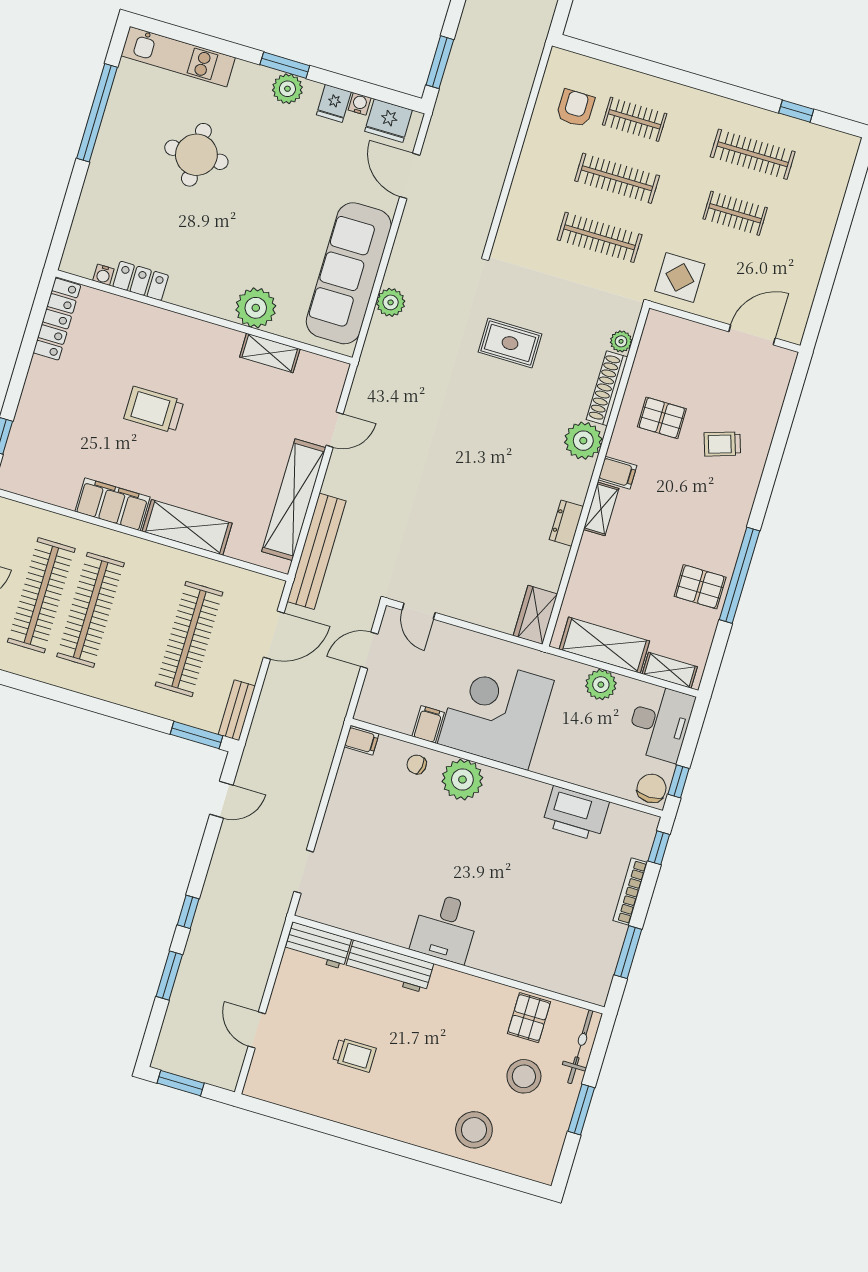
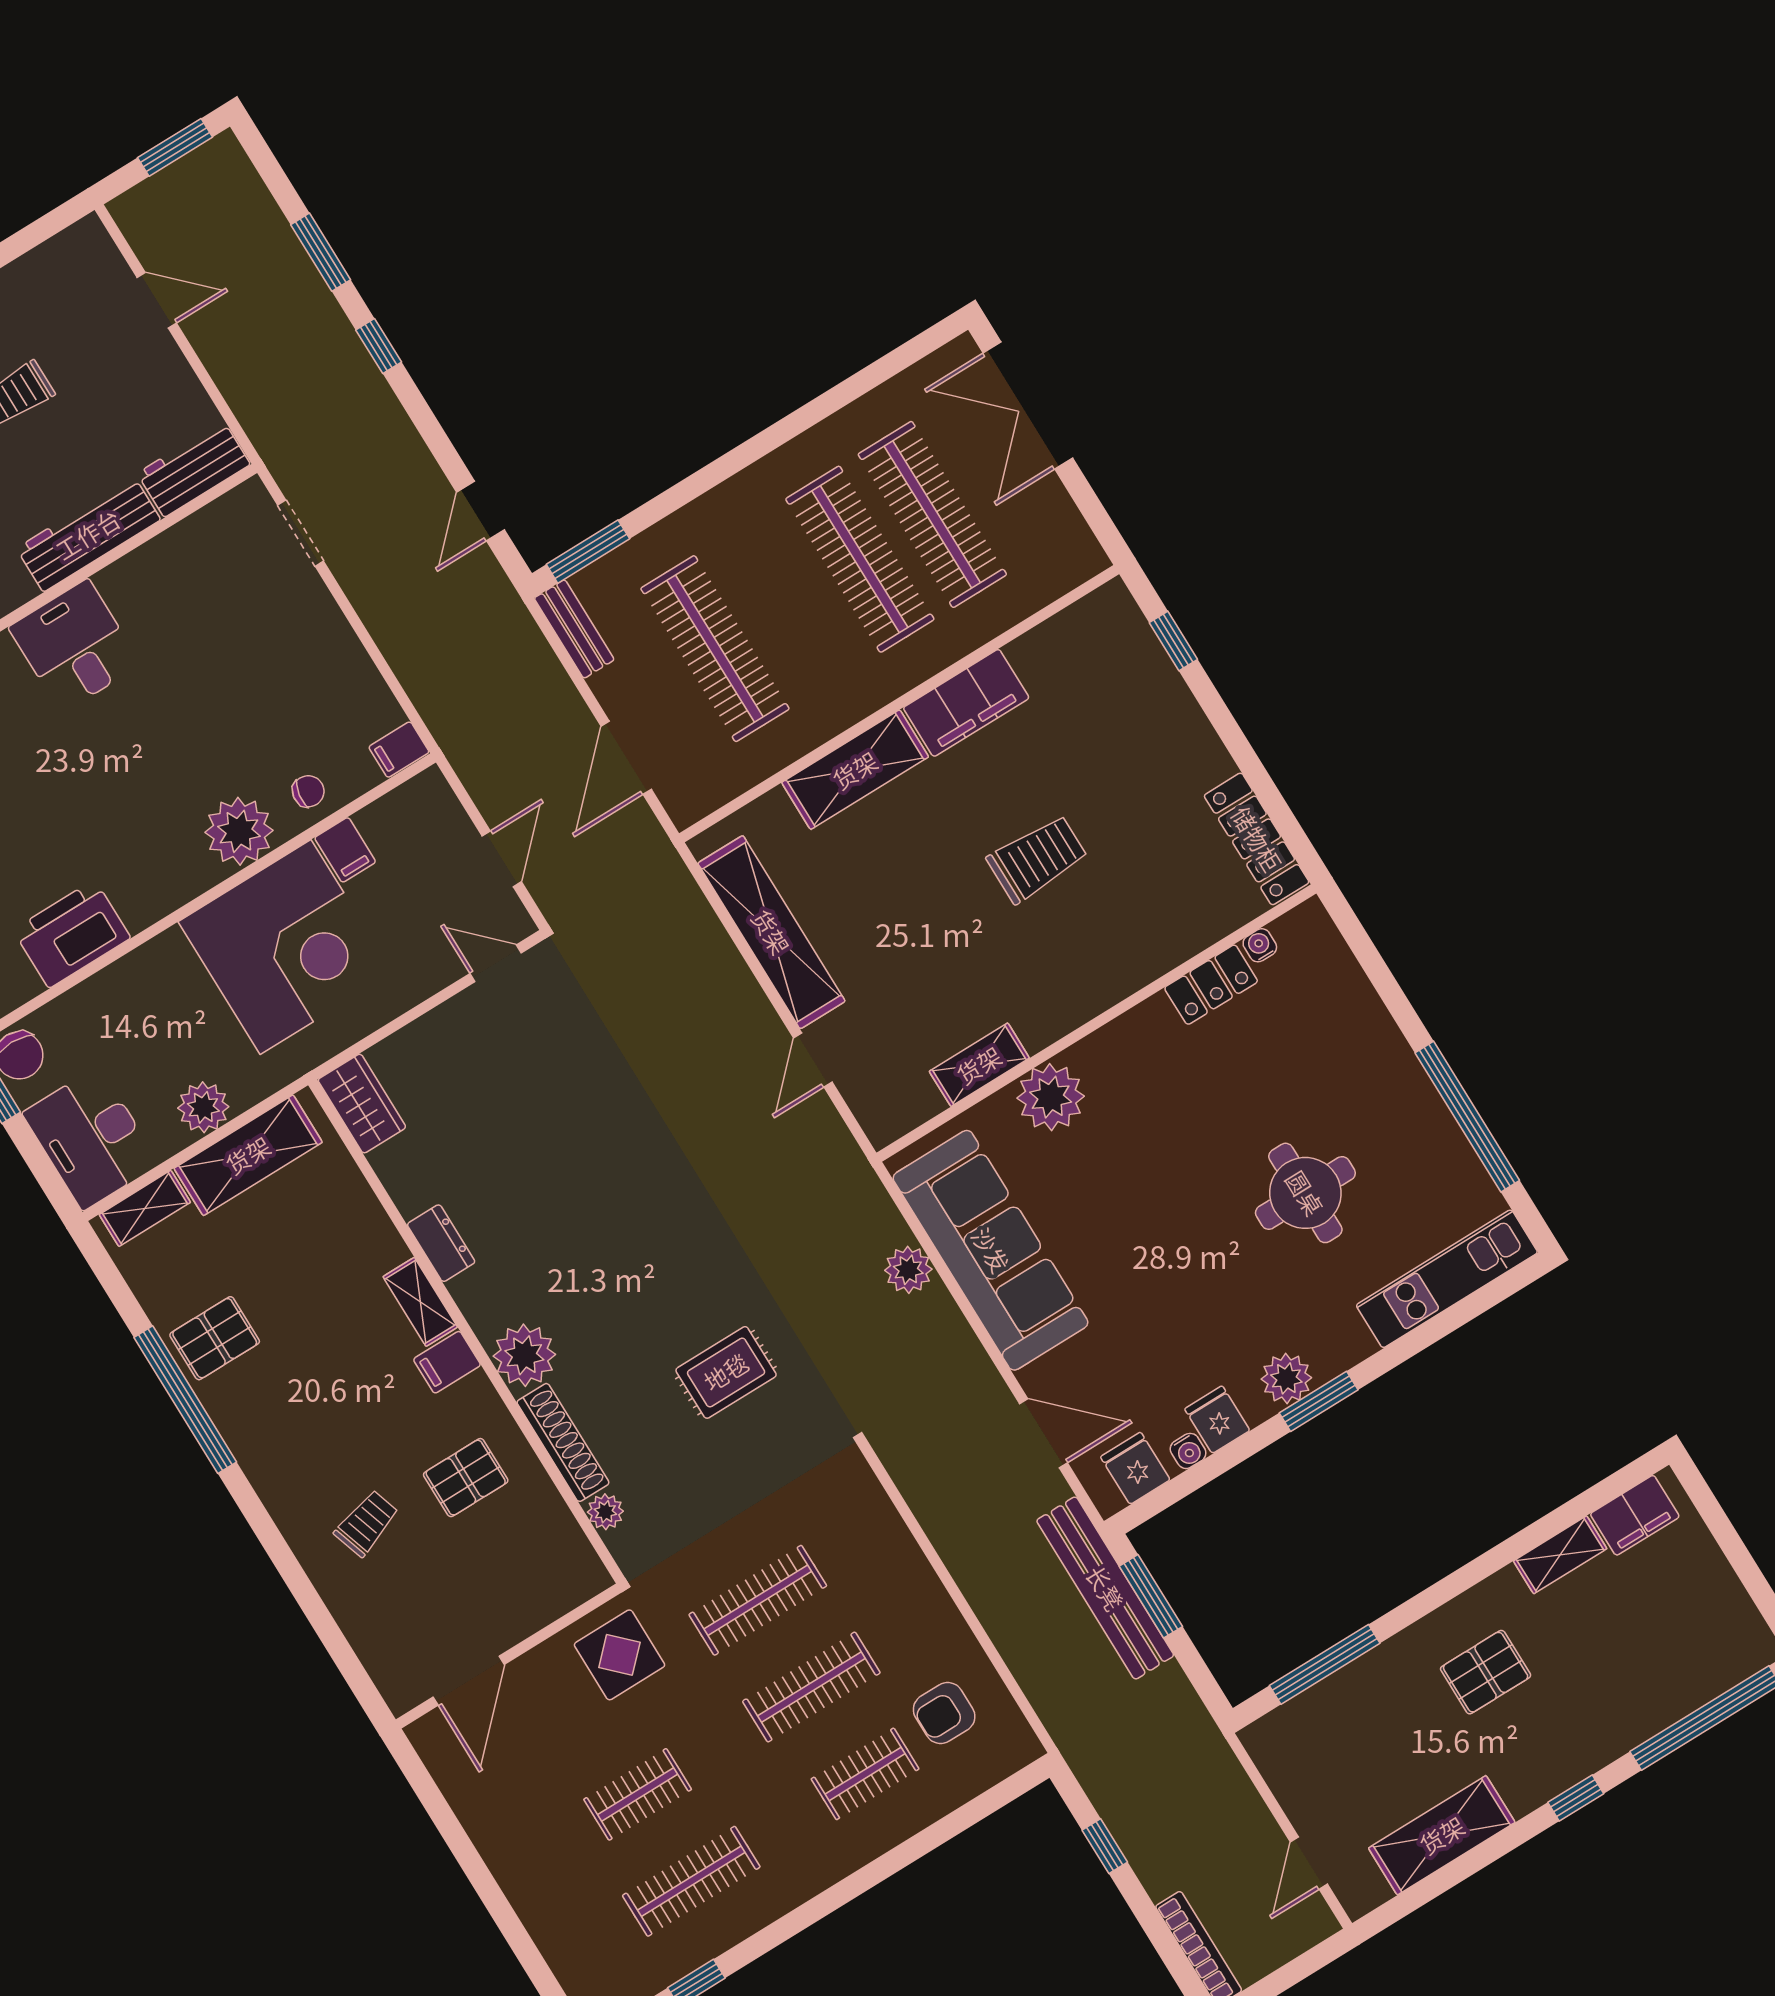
armchair: (575, 108) -> (944, 1713), turned 90
fridge: (389, 121) -> (1135, 1468), width x0.72
bench: (317, 551) -> (1105, 1588), moved

